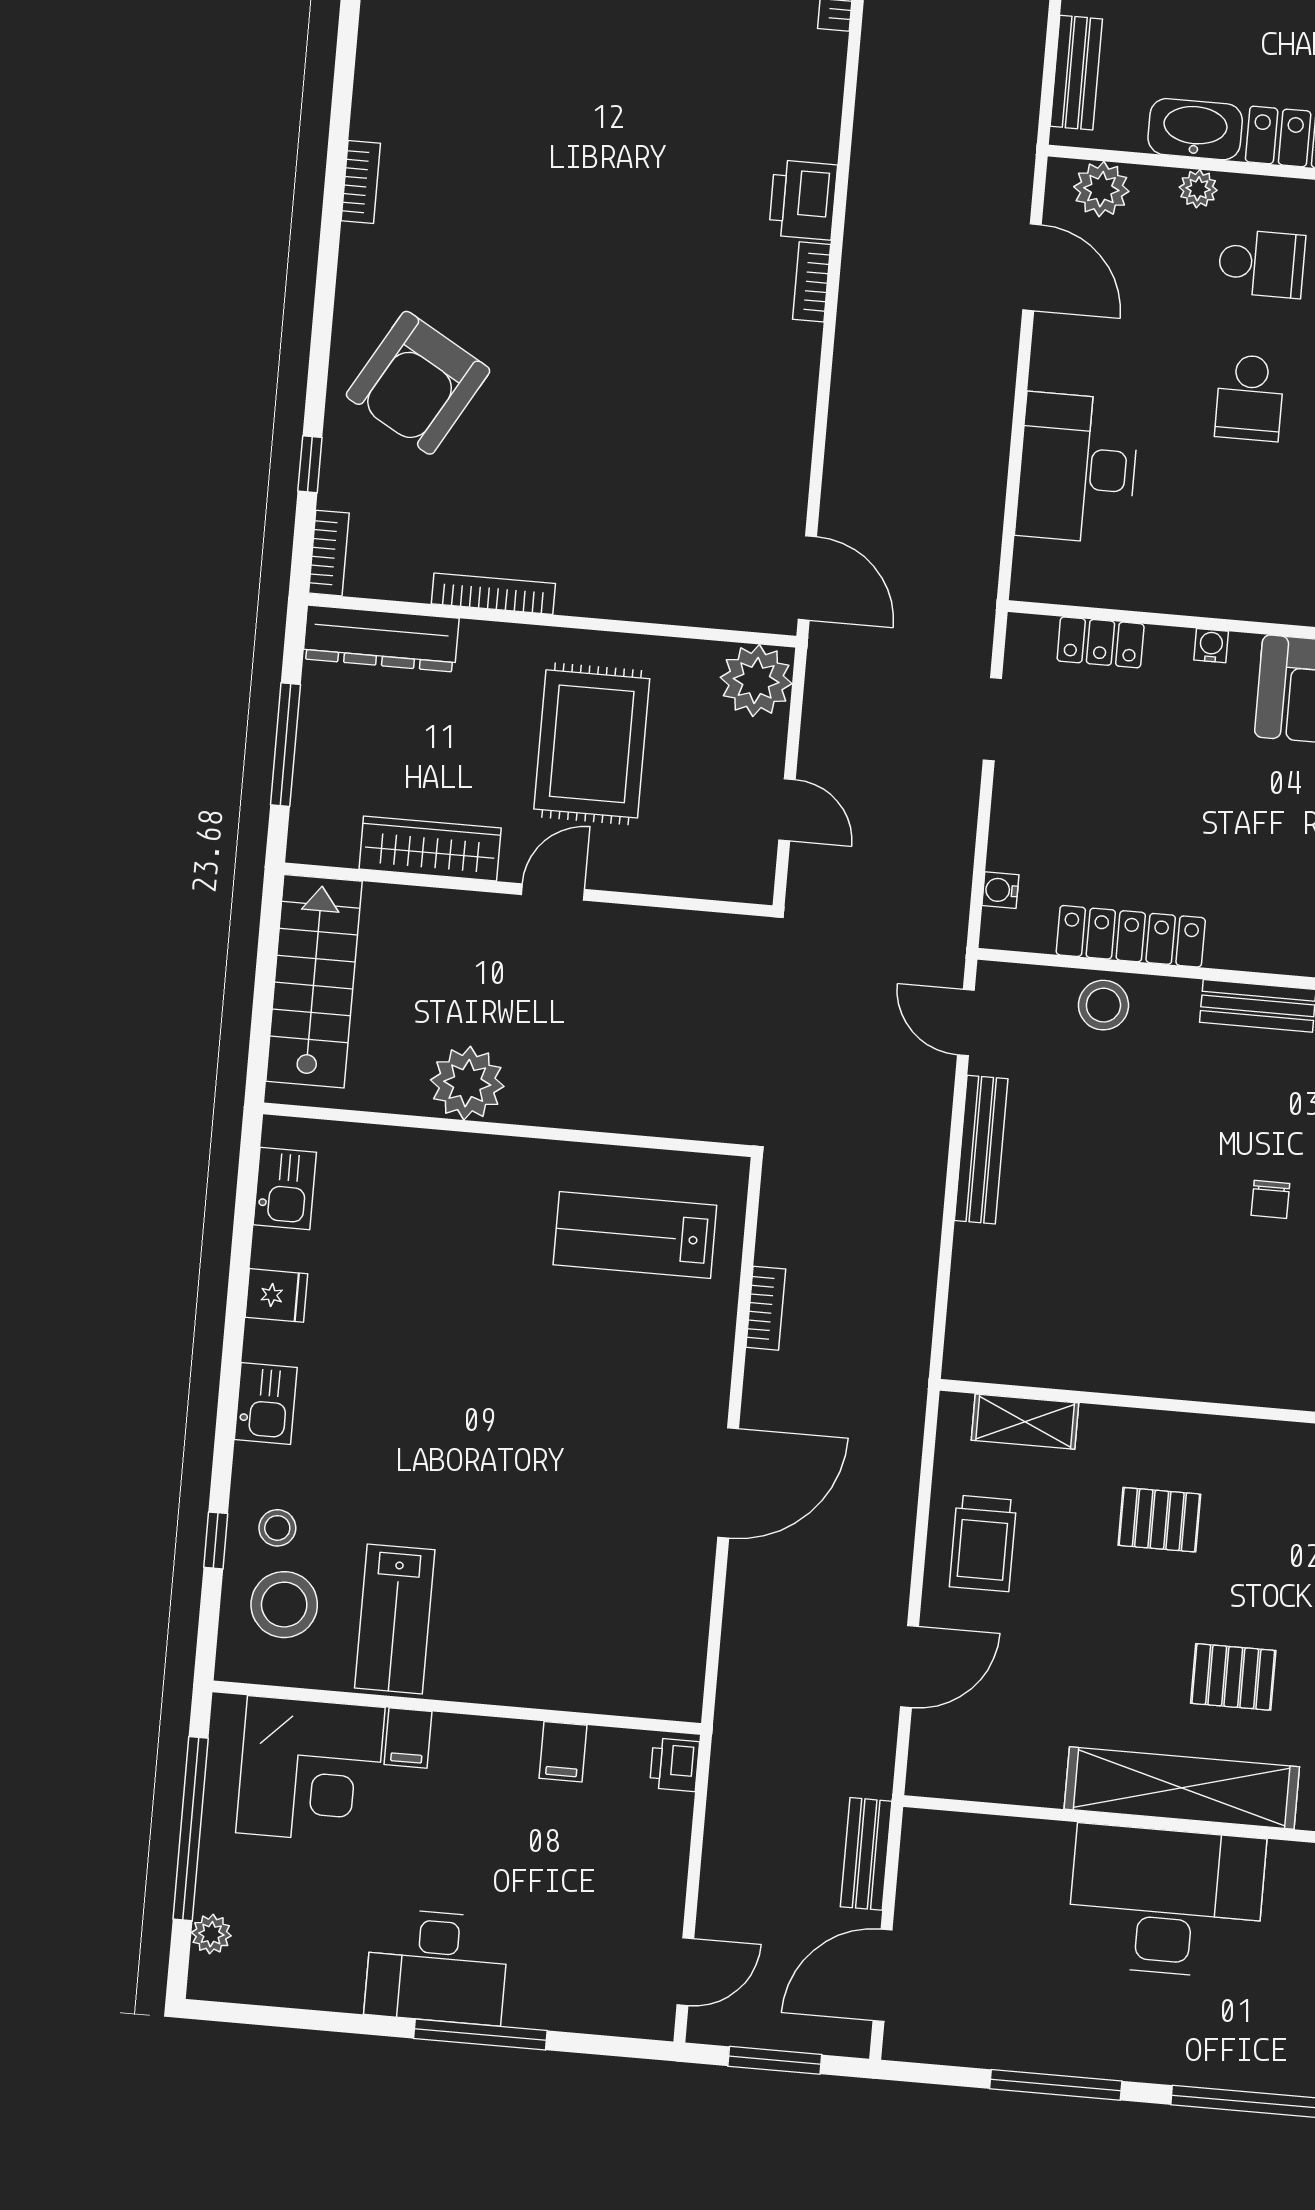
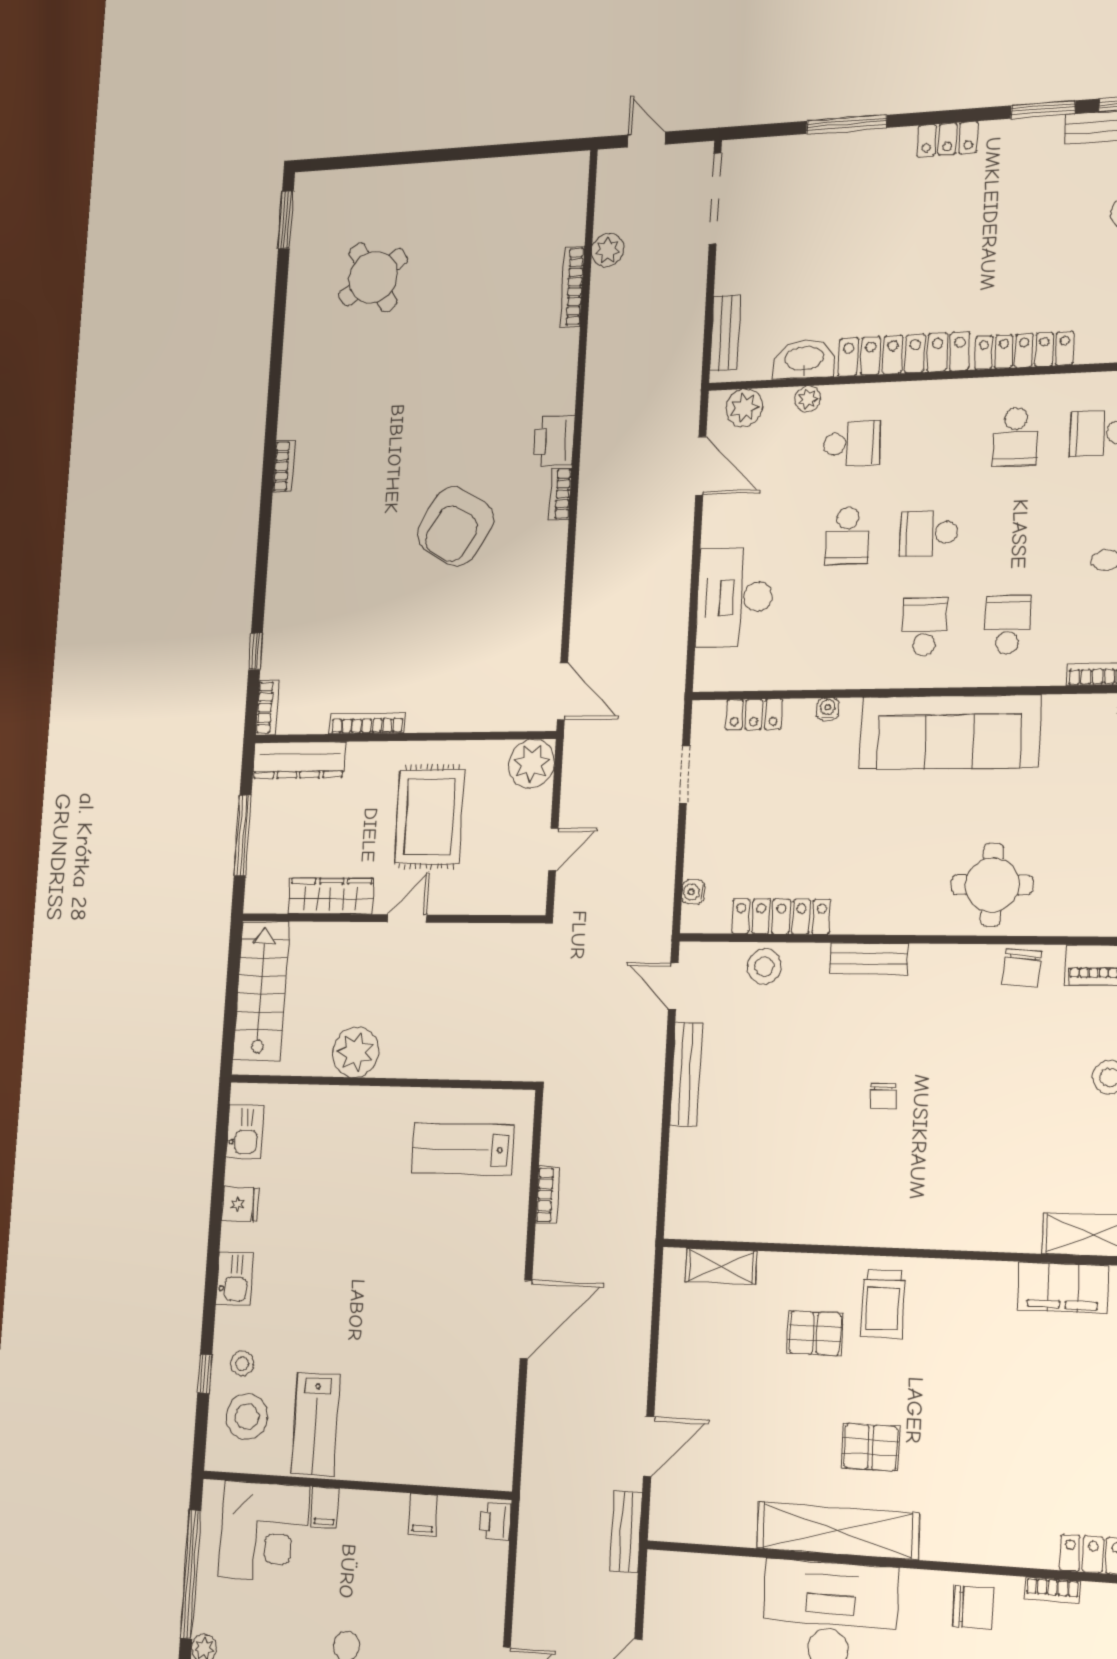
armchair: (418, 383) -> (455, 526), moved
door: (787, 810) -> (553, 849), hinge flipped
trolley: (983, 1543) -> (883, 1304), moved
bench: (866, 1854) -> (626, 1532), moved

